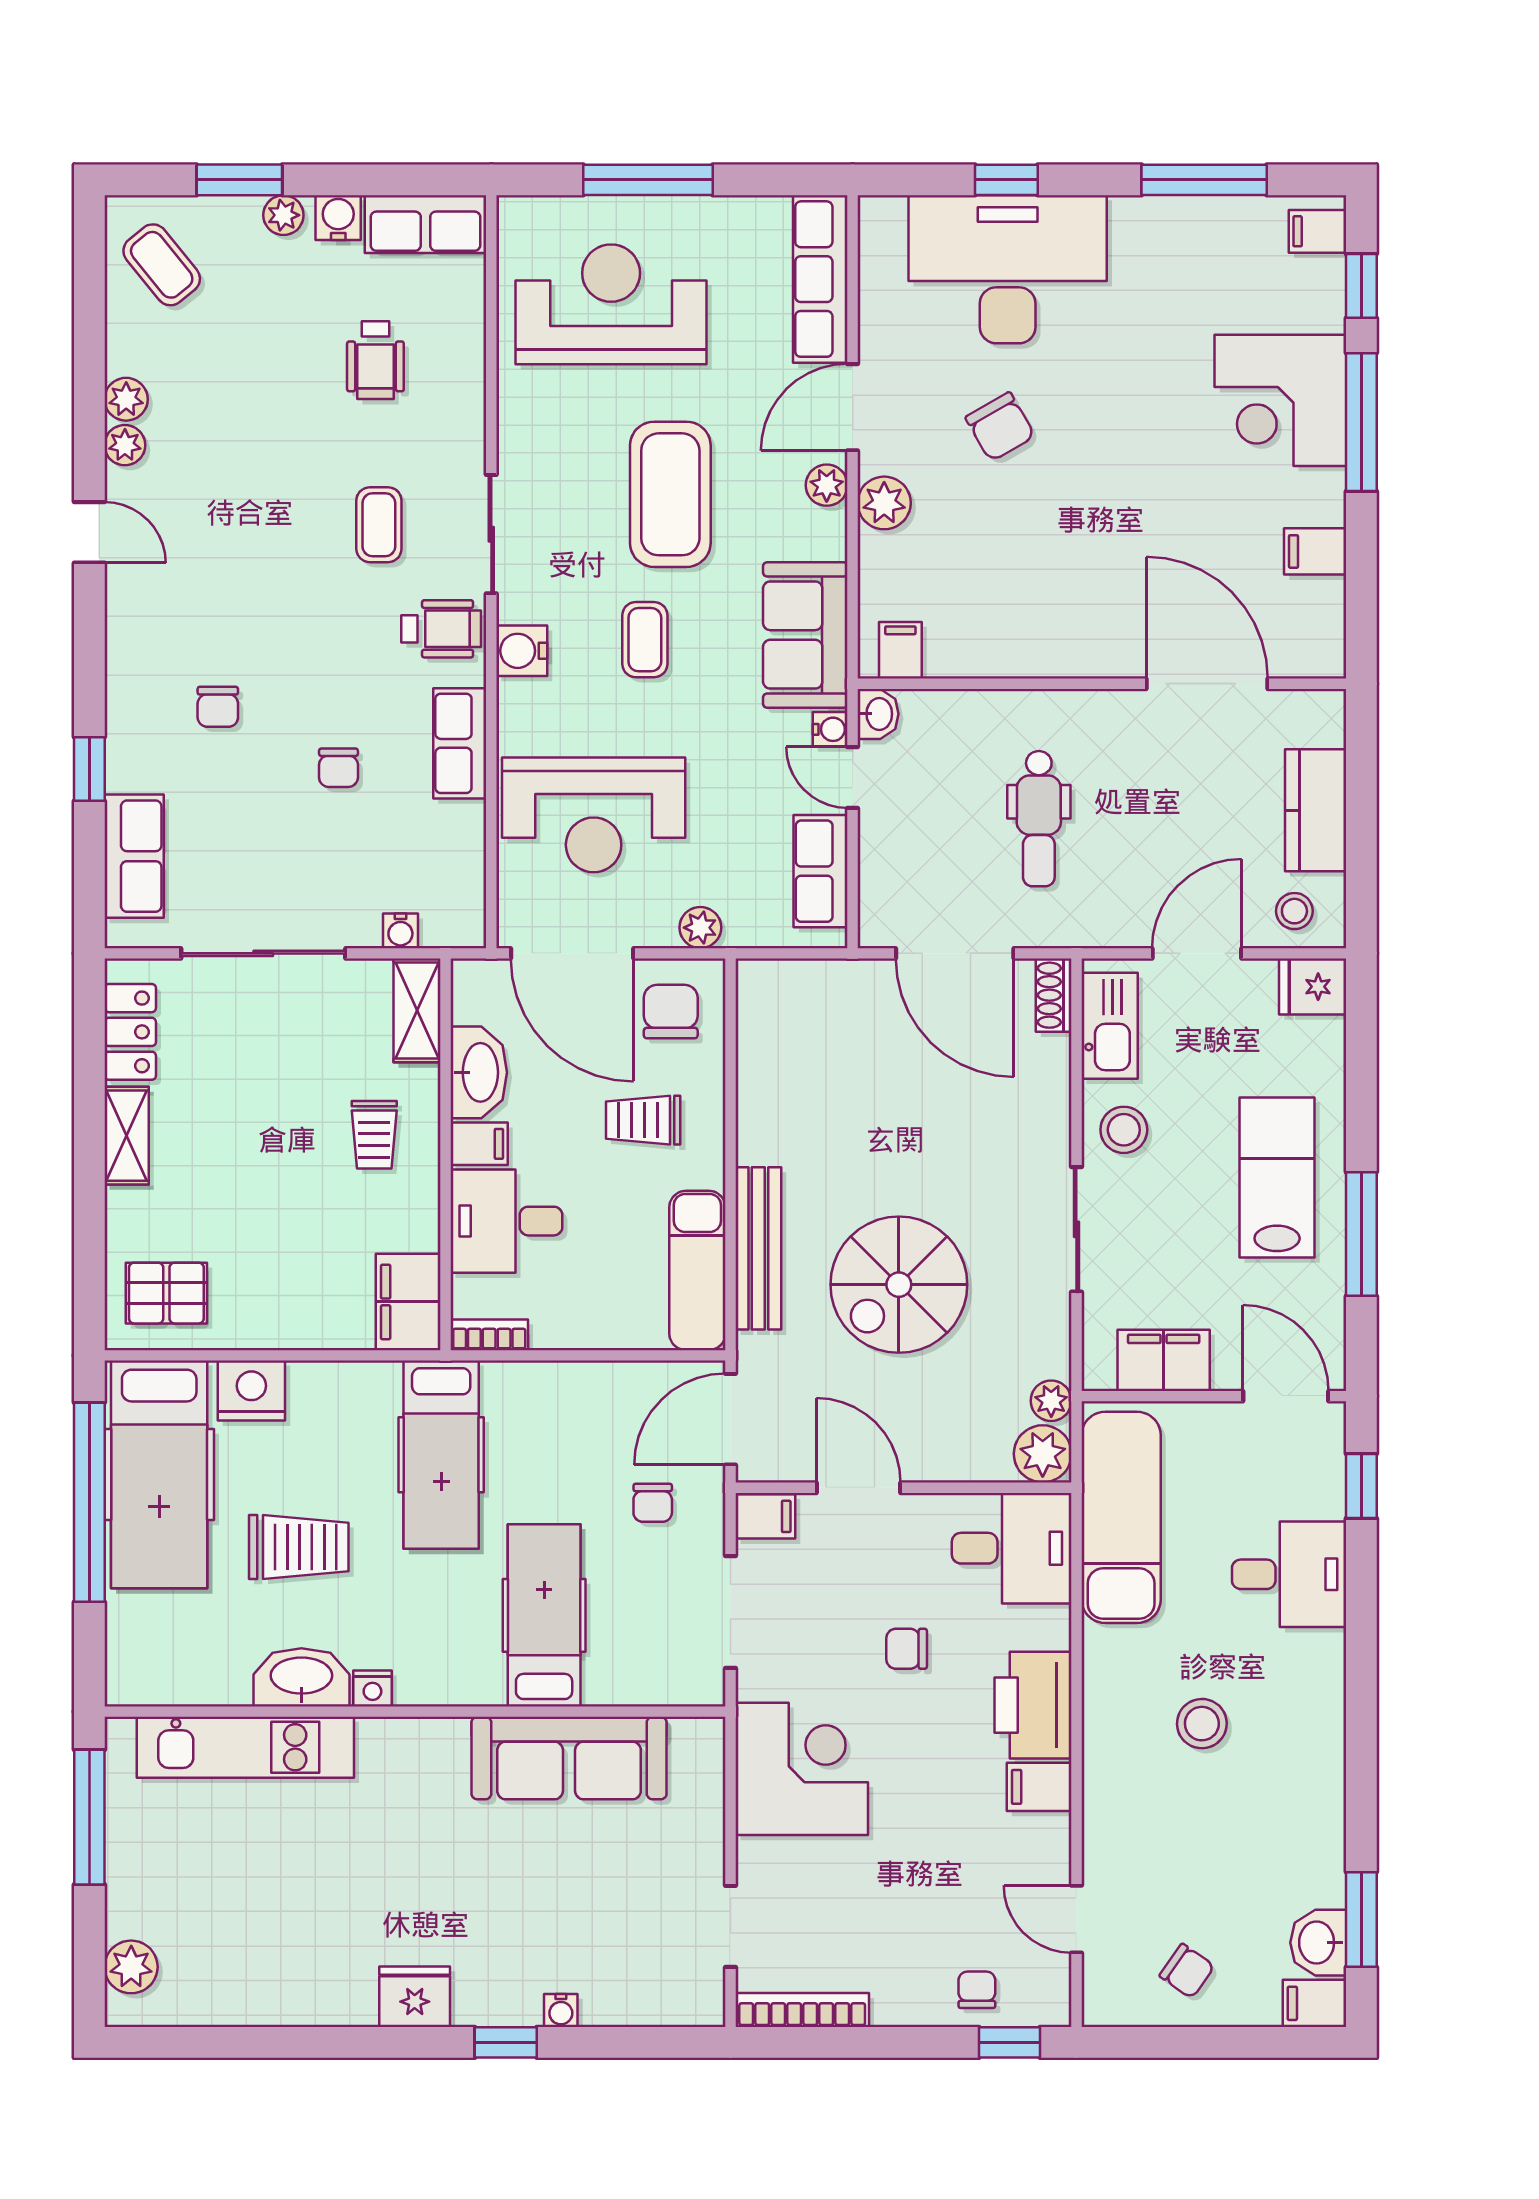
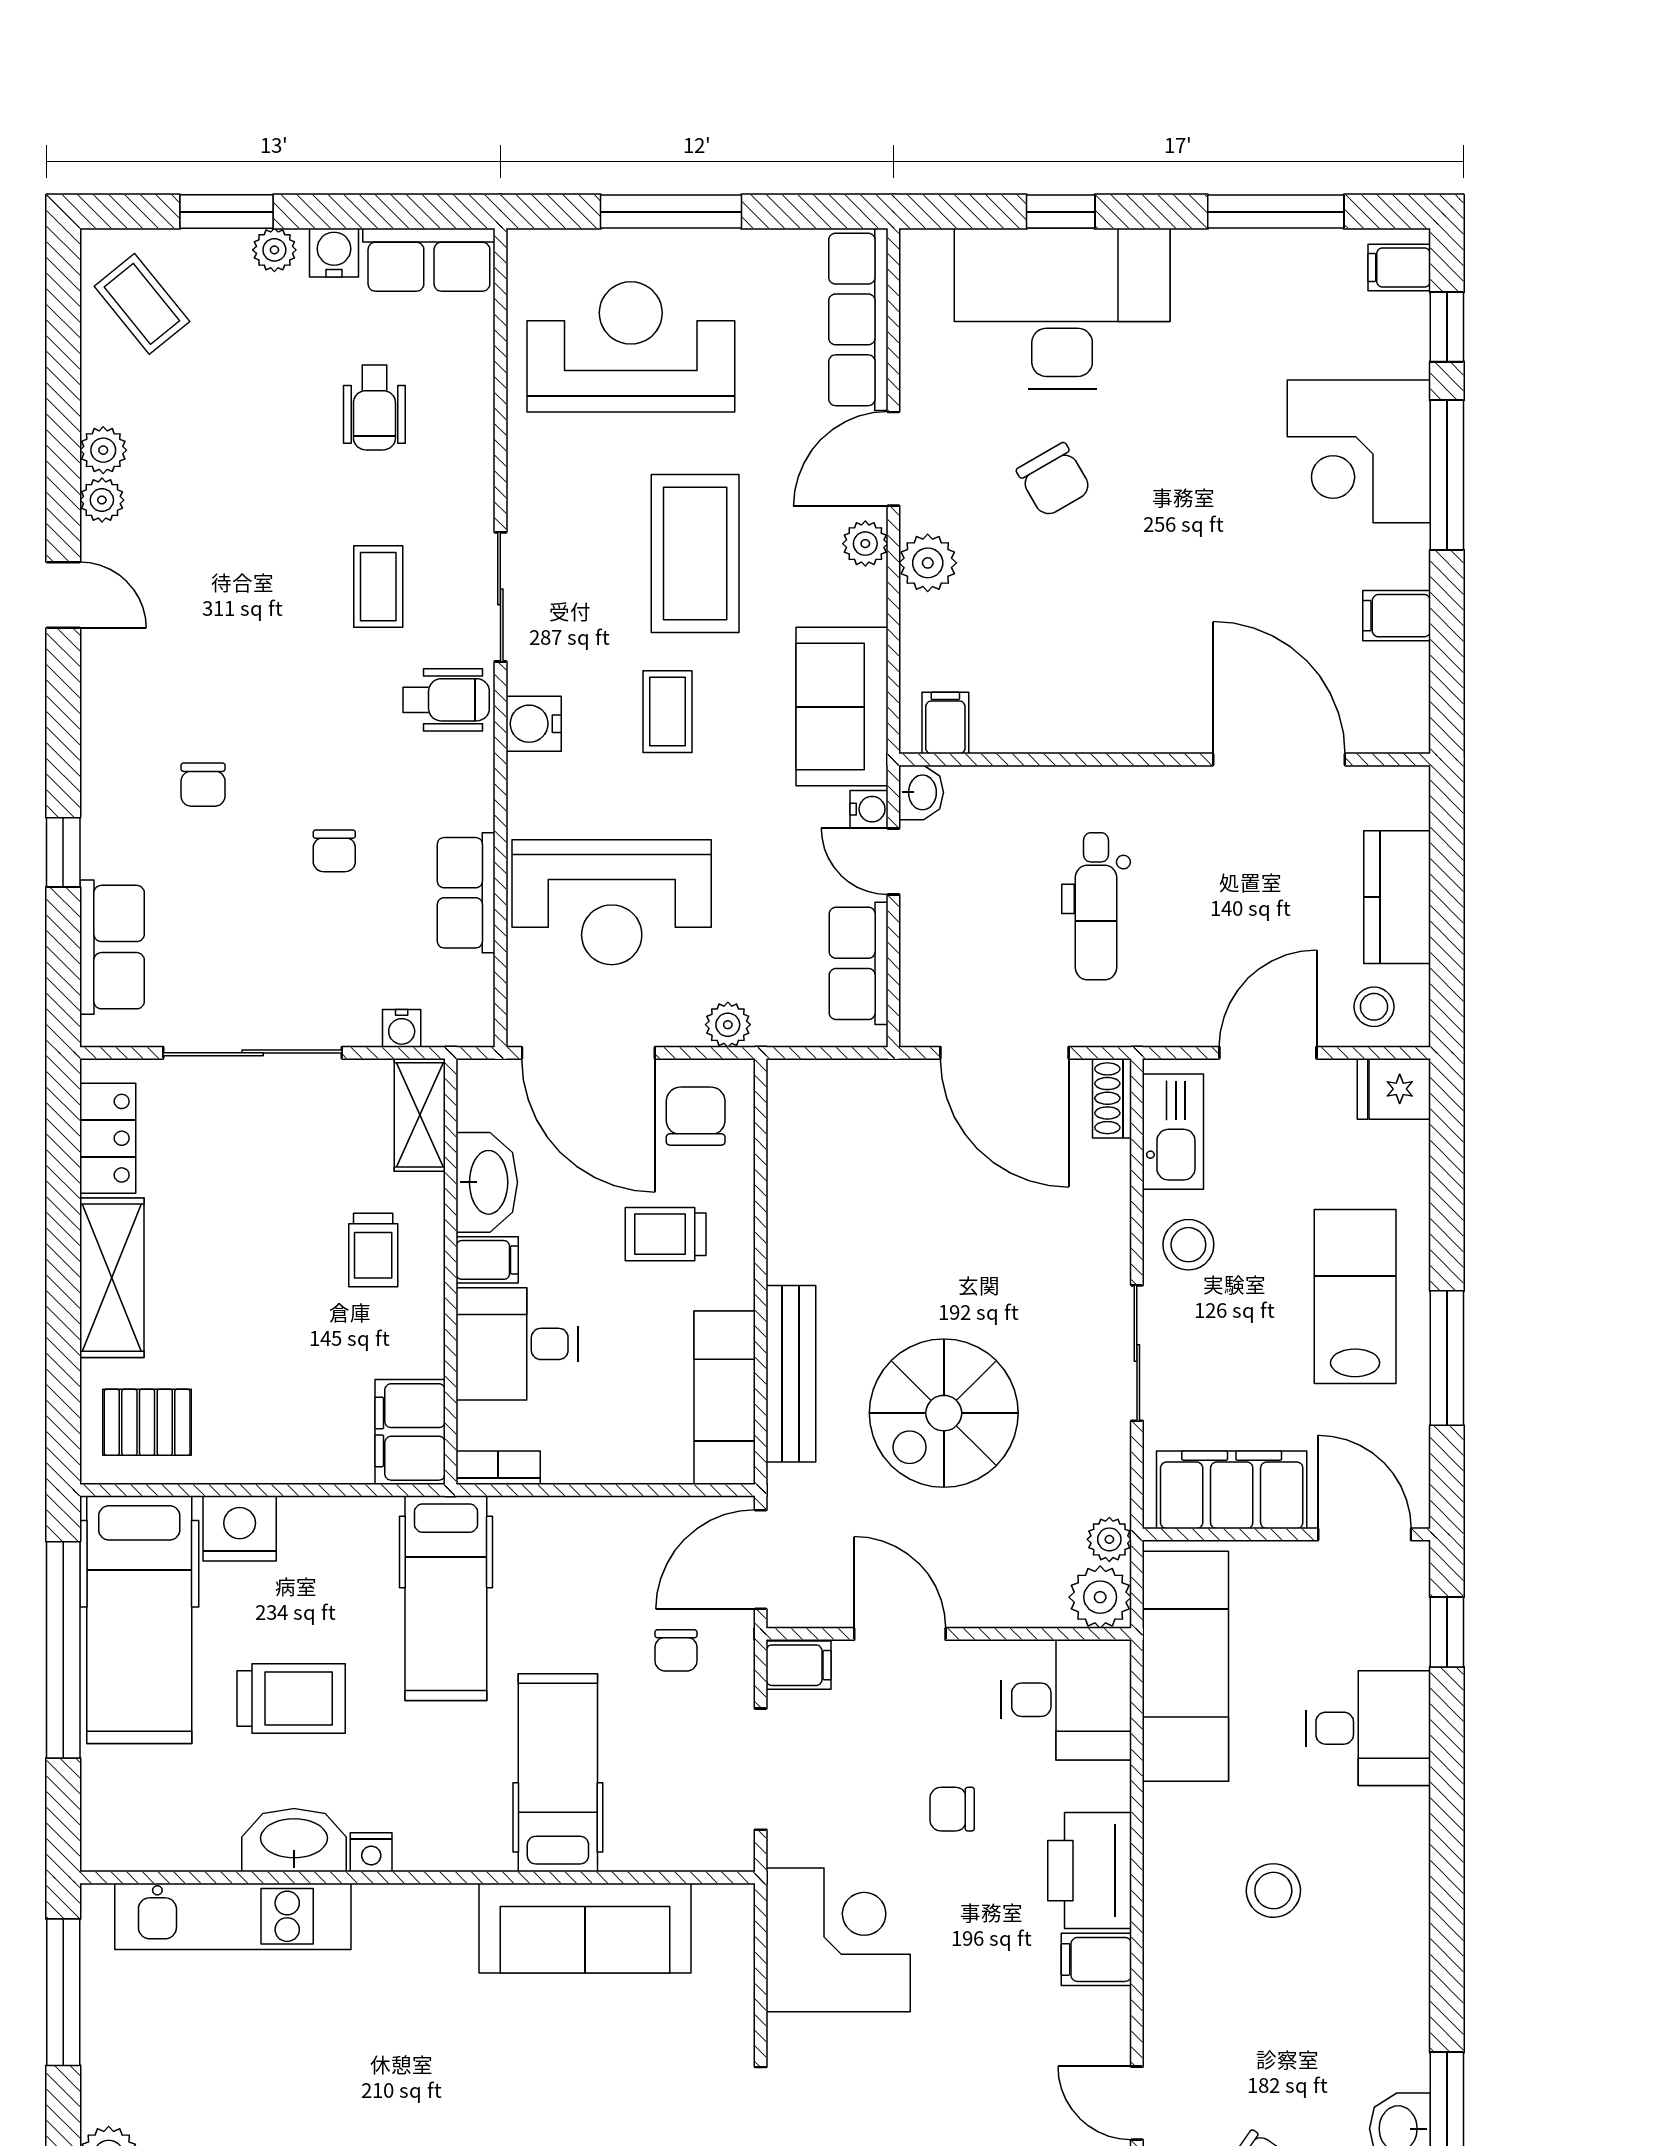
row of seats: (460, 743) -> (466, 893), moved
shelving: (127, 1136) -> (112, 1278), width x1.50, depth x1.33
filing cabinet: (1164, 1360) -> (1232, 1490), width x1.50, depth x1.17

